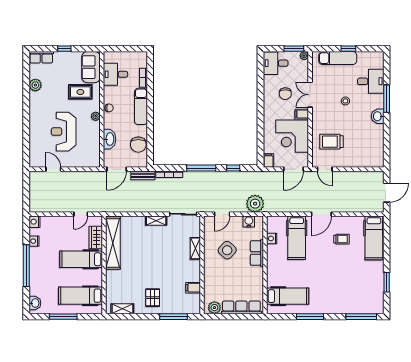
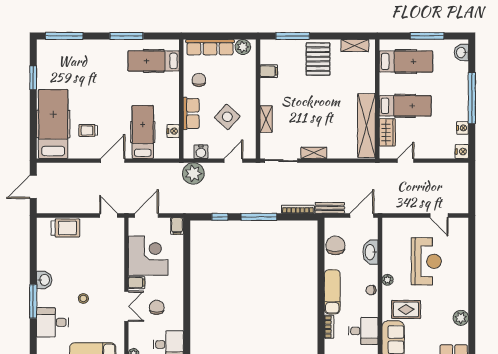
trolley: (331, 142) -> (65, 228), moved
hospital bed: (374, 238) -> (53, 124), width x1.37, depth x1.29
chair: (251, 281) -> (199, 80), added
pallet: (153, 298) -> (318, 59), width x1.50, depth x1.42

